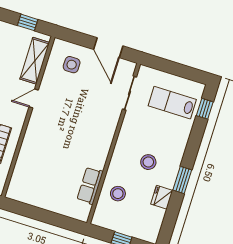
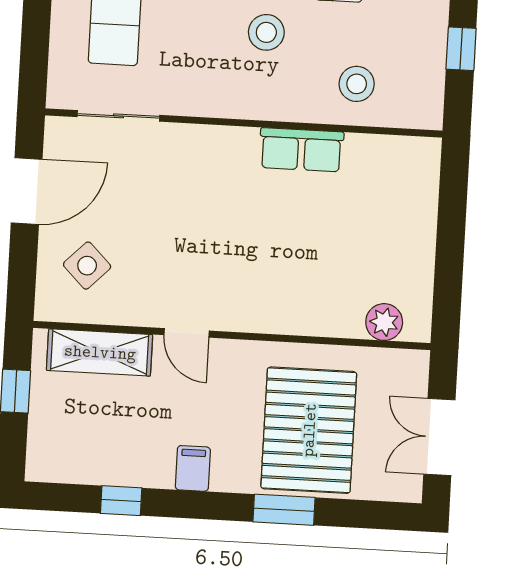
side table: (72, 65) -> (87, 266), turned 45
plant: (18, 180) -> (384, 322), added
row of seats: (90, 186) -> (301, 150), moved

